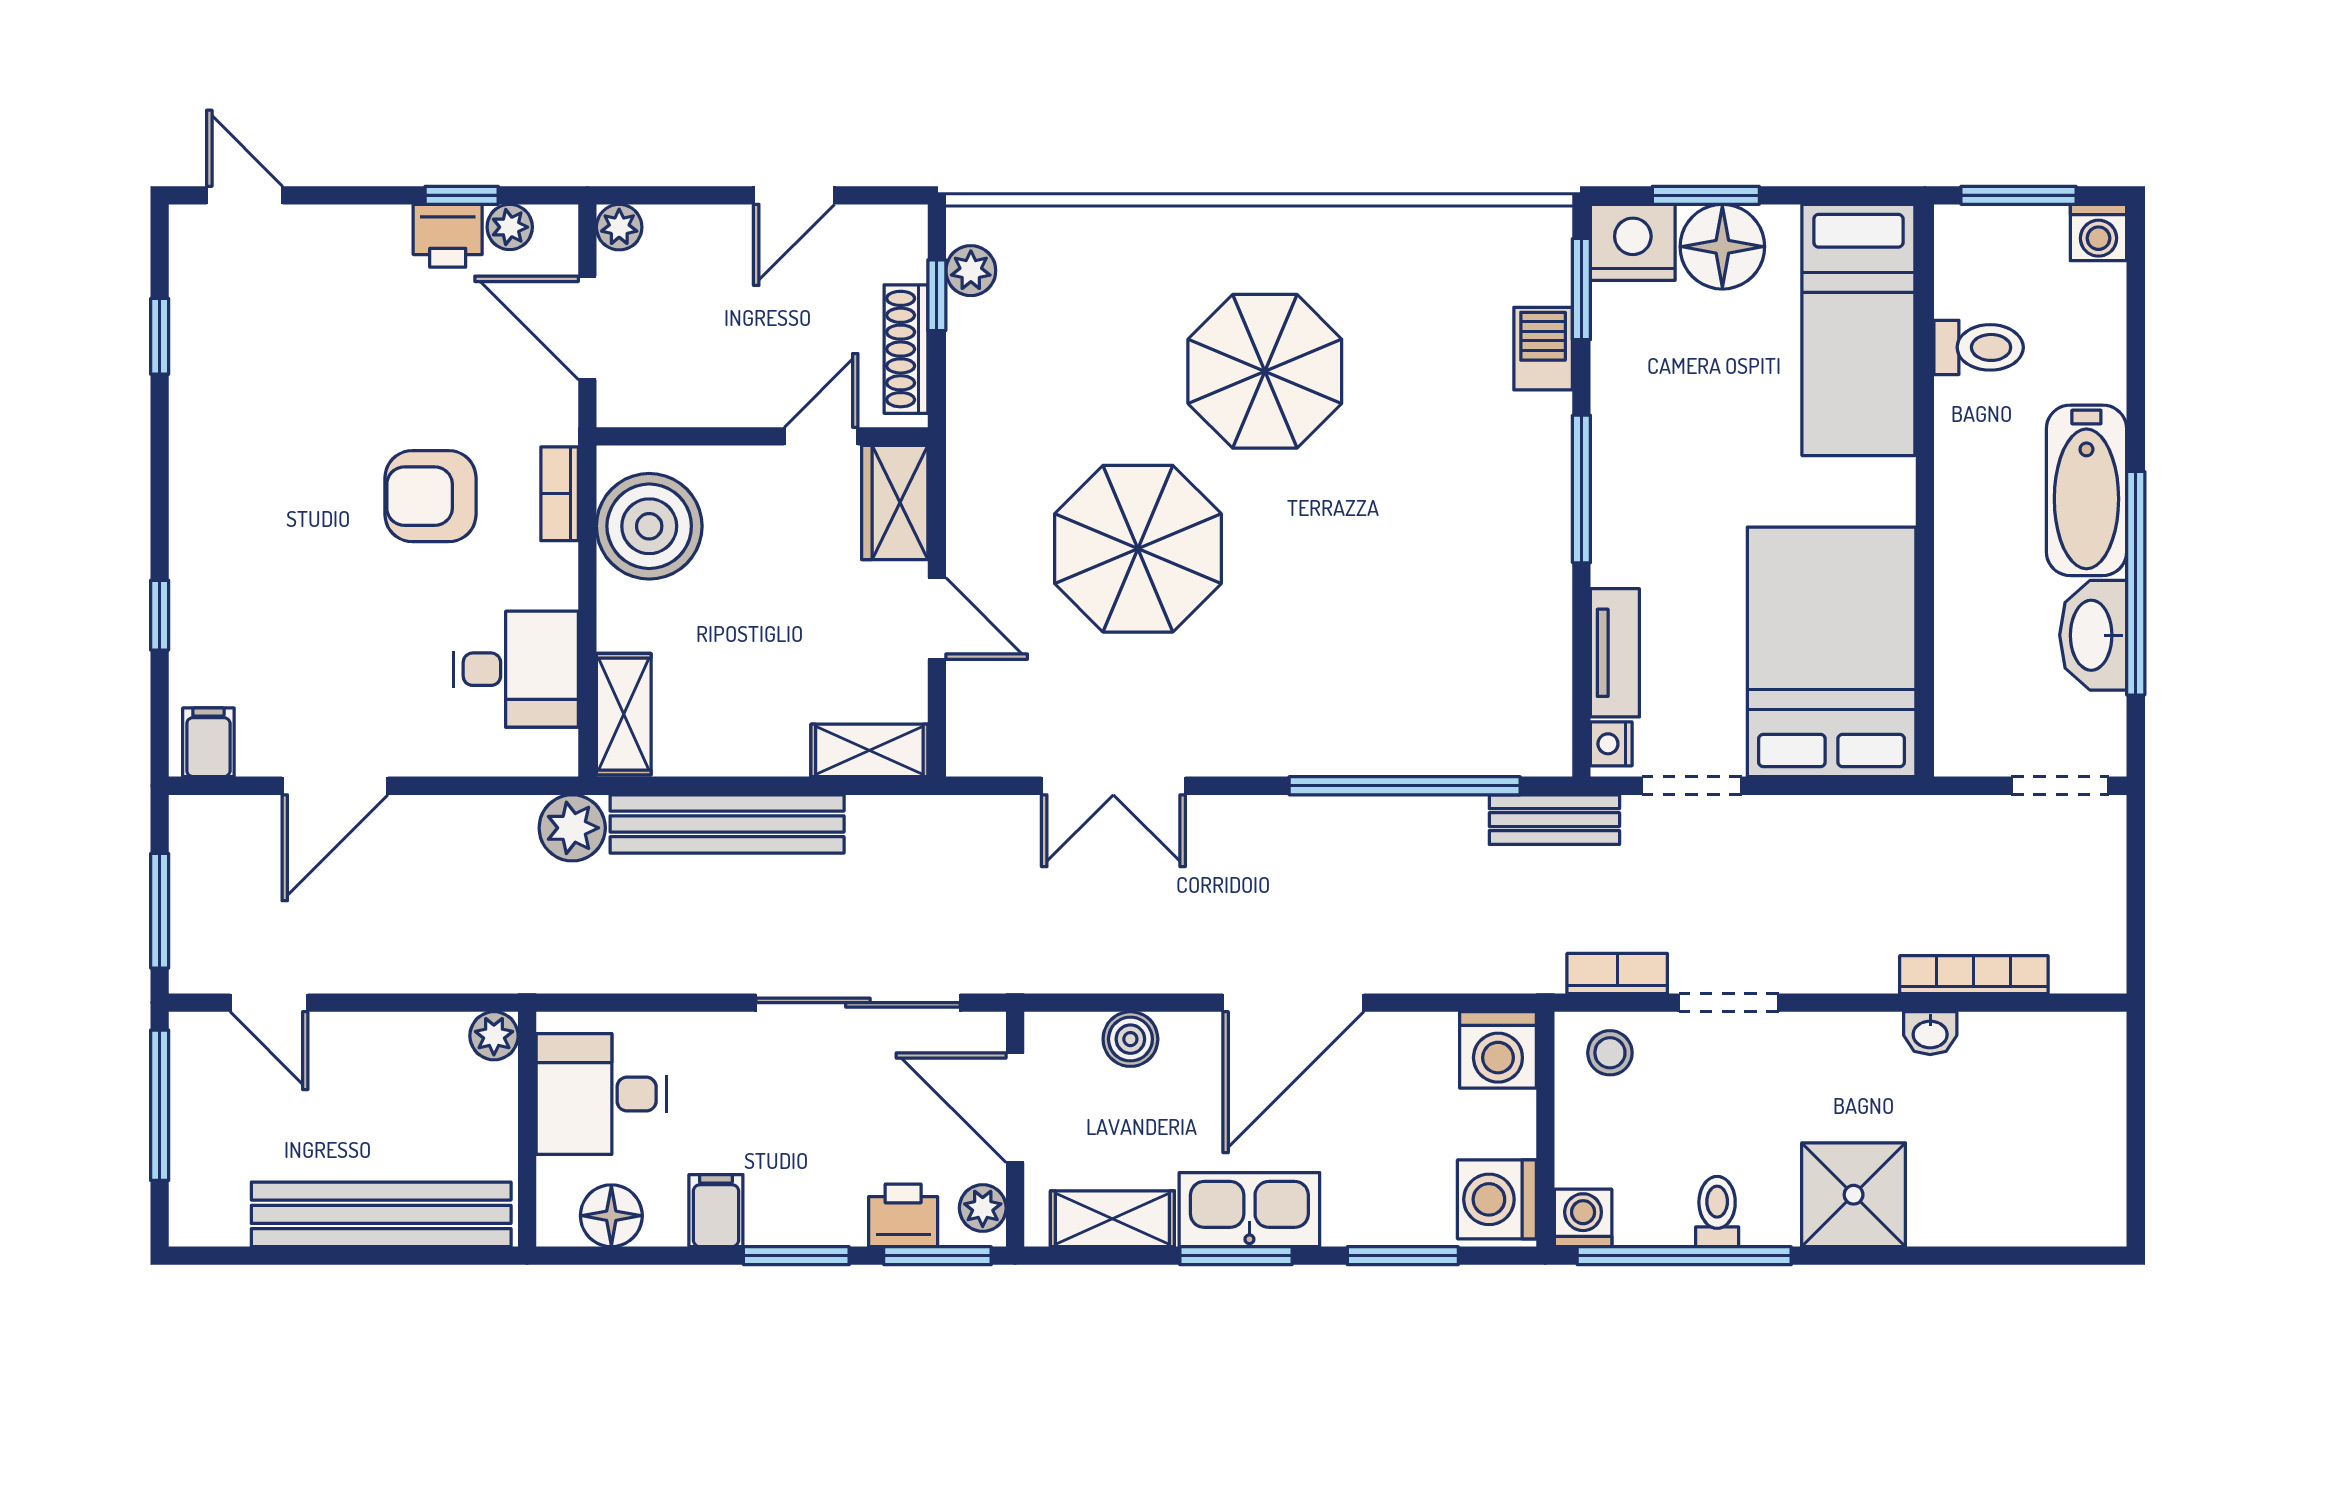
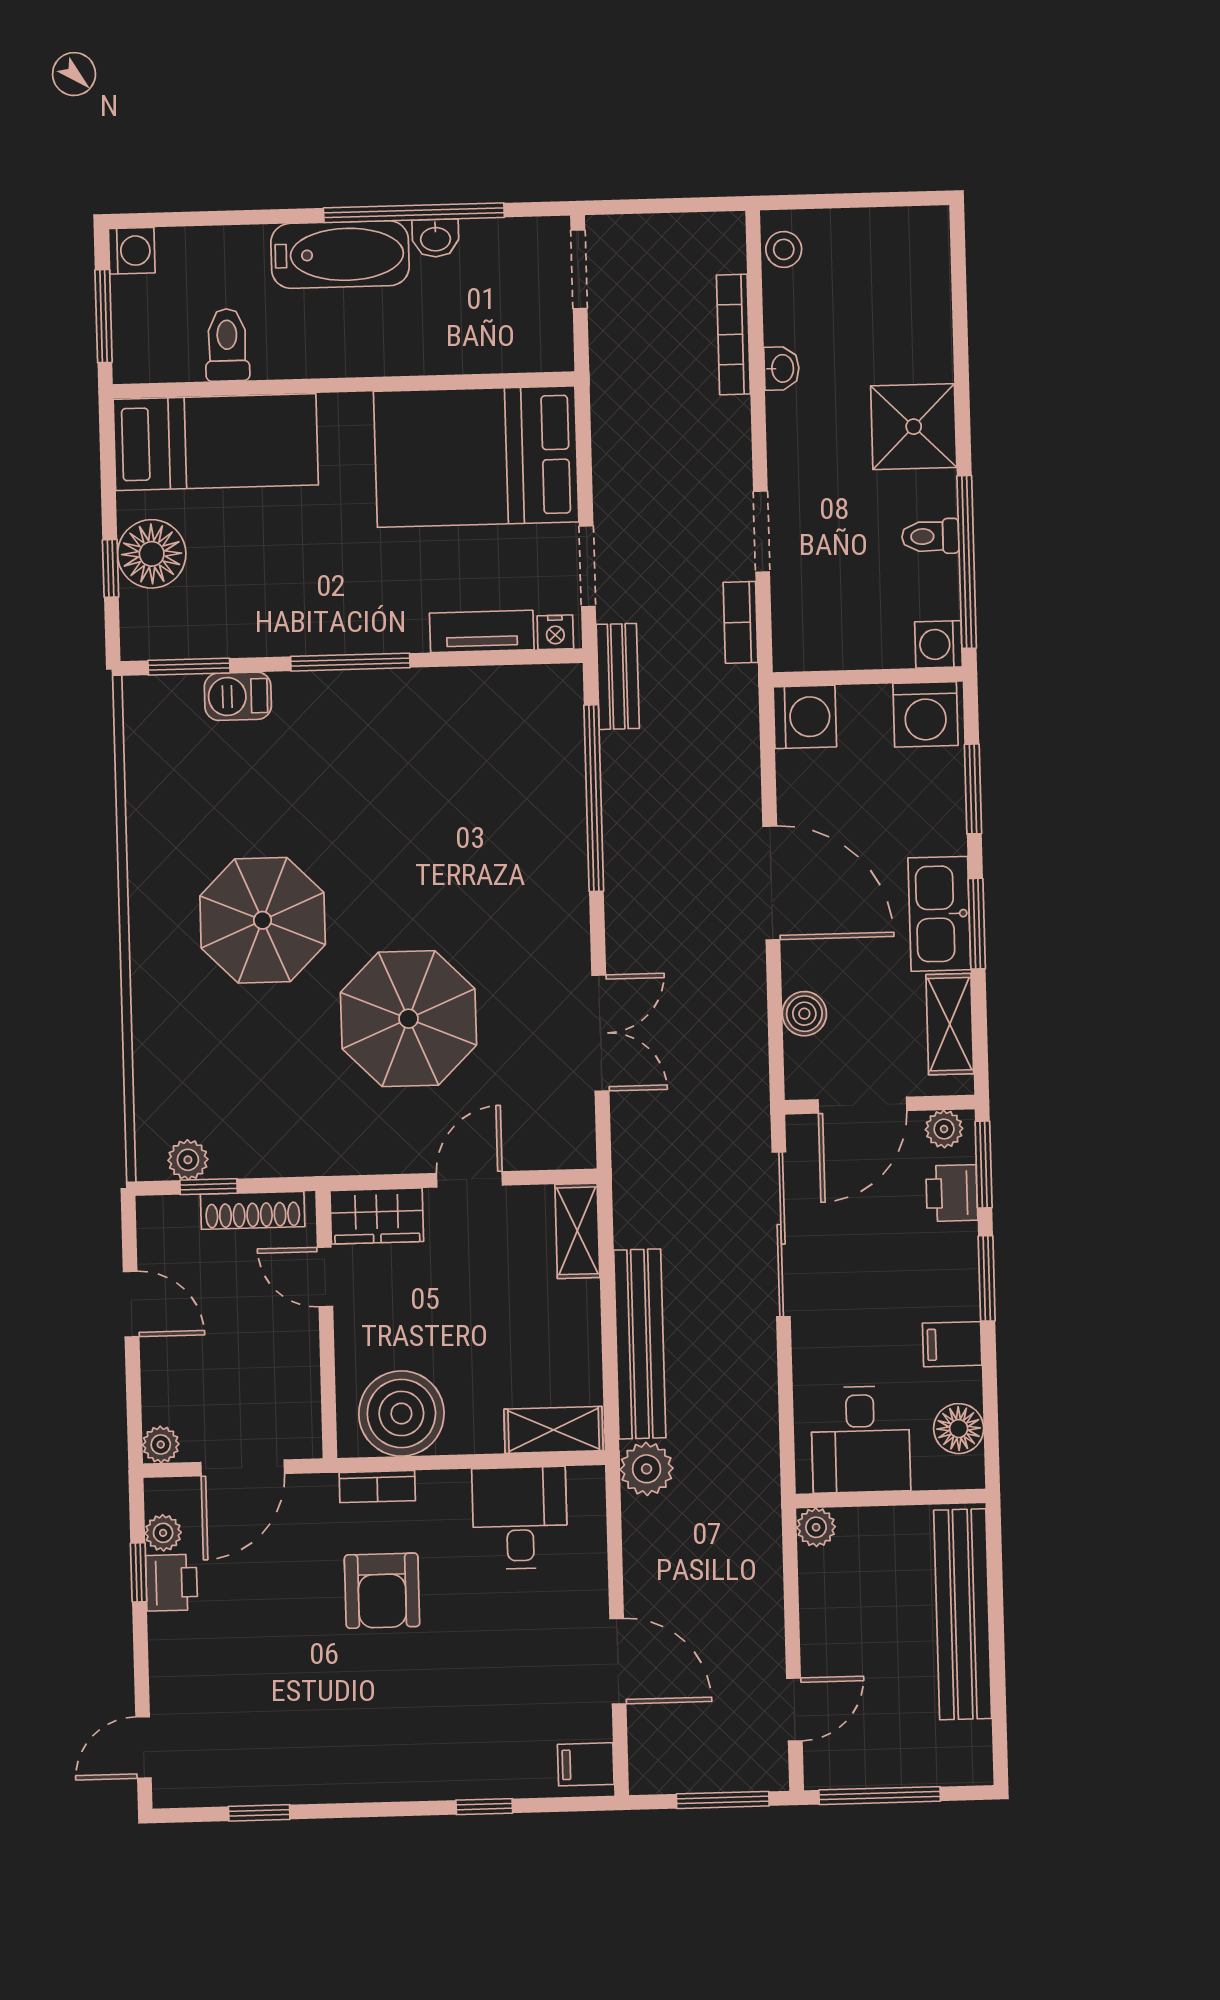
window: (1706, 195) -> (111, 568), width x0.67
nightstand: (1633, 242) -> (150, 626), removed
washbasin: (2093, 635) -> (435, 238), width x0.52, depth x0.69
stool: (1610, 1053) -> (784, 249), moved

